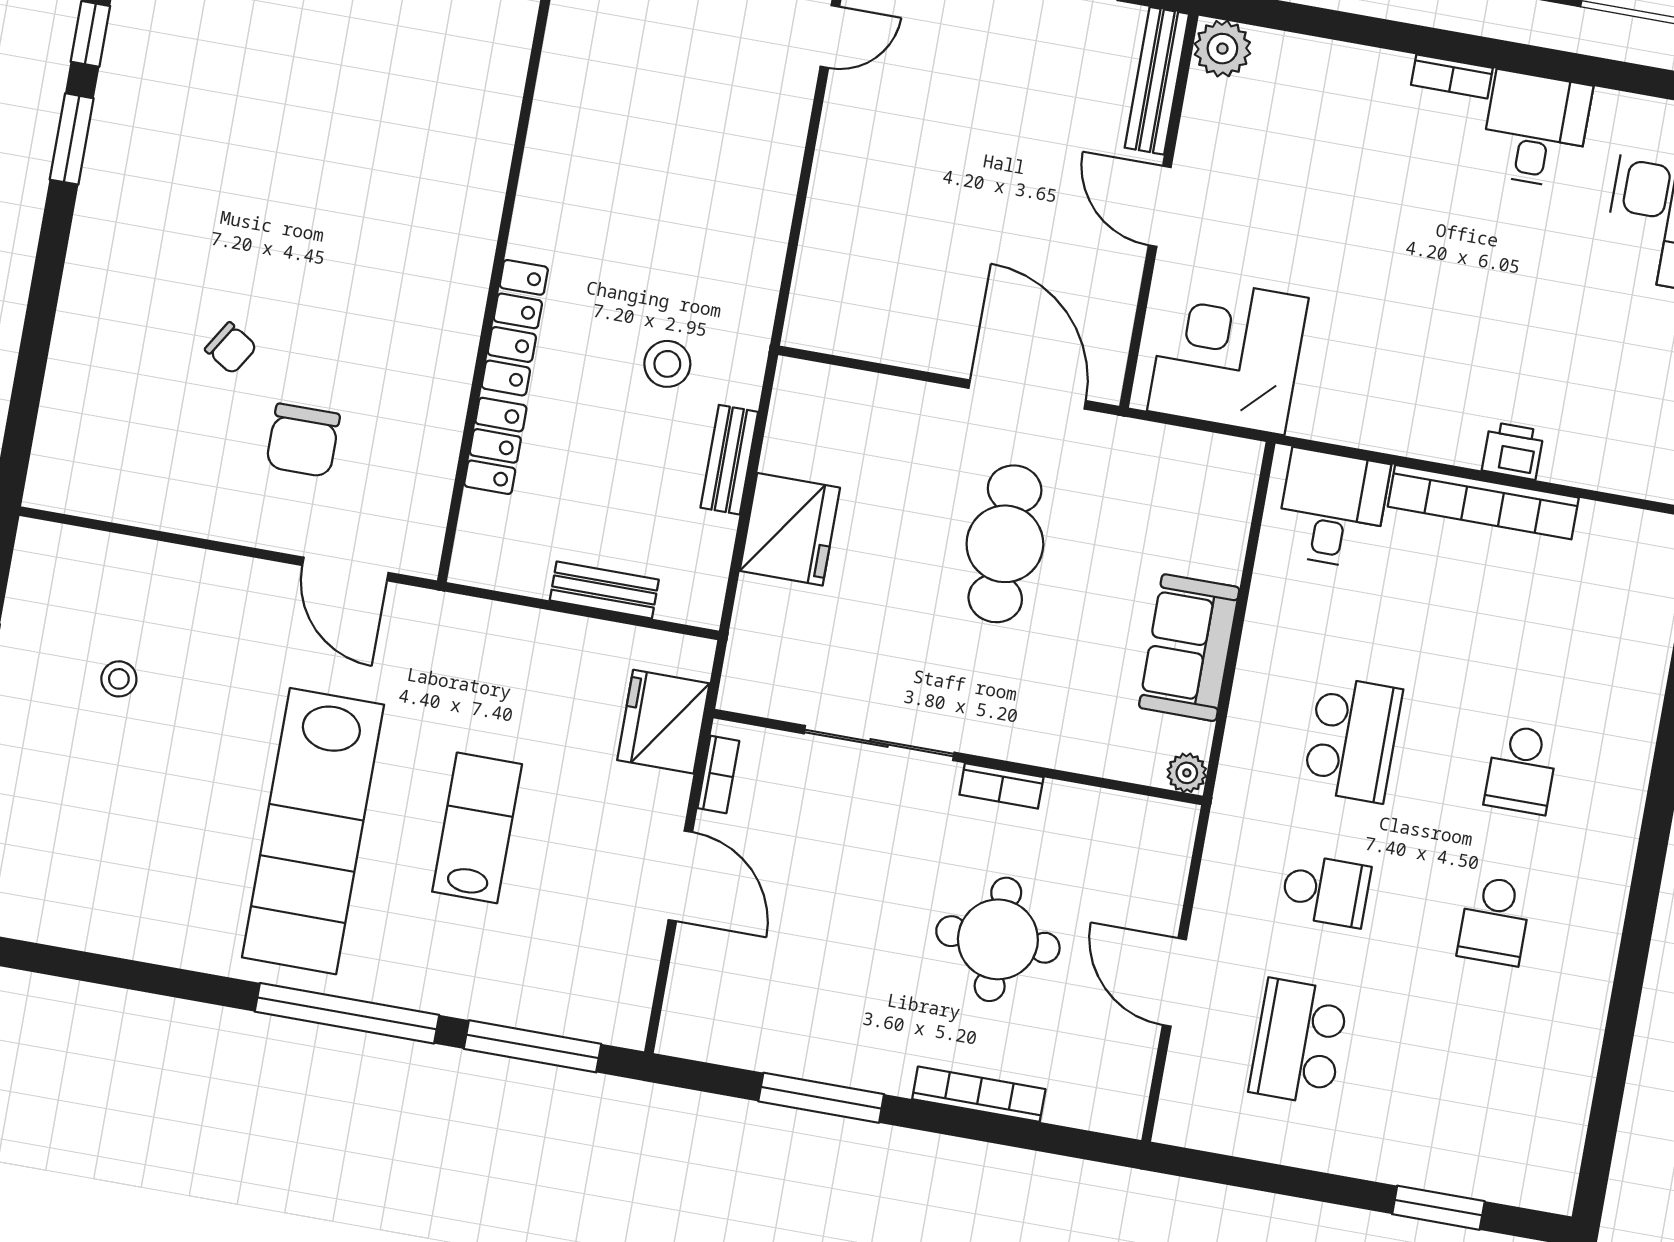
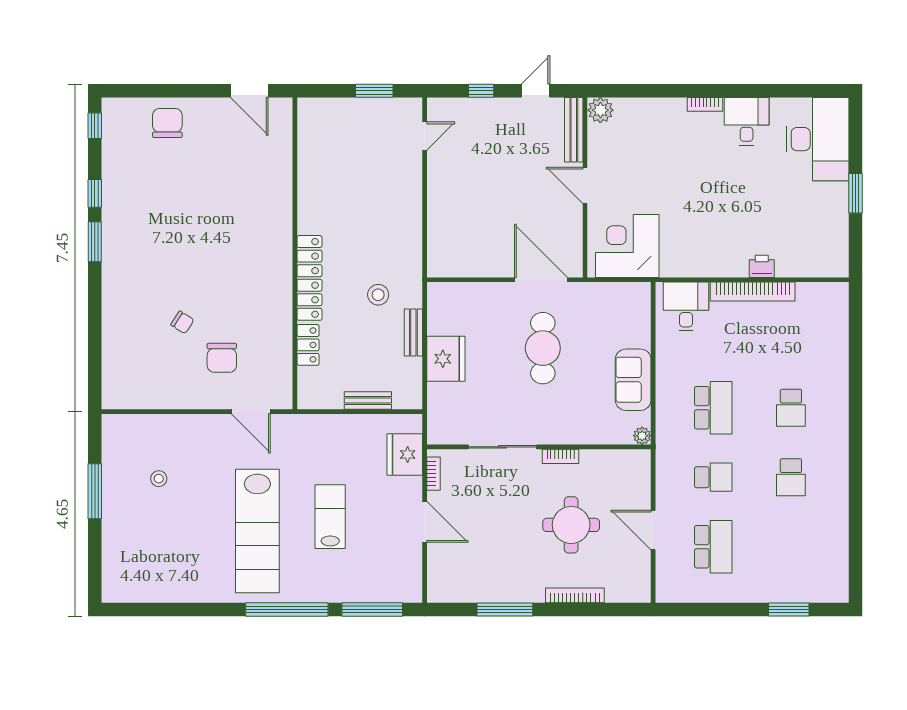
locker: (515, 328) -> (309, 278), width x1.41, depth x1.21
school desk: (1299, 1042) -> (713, 547), turned 180

